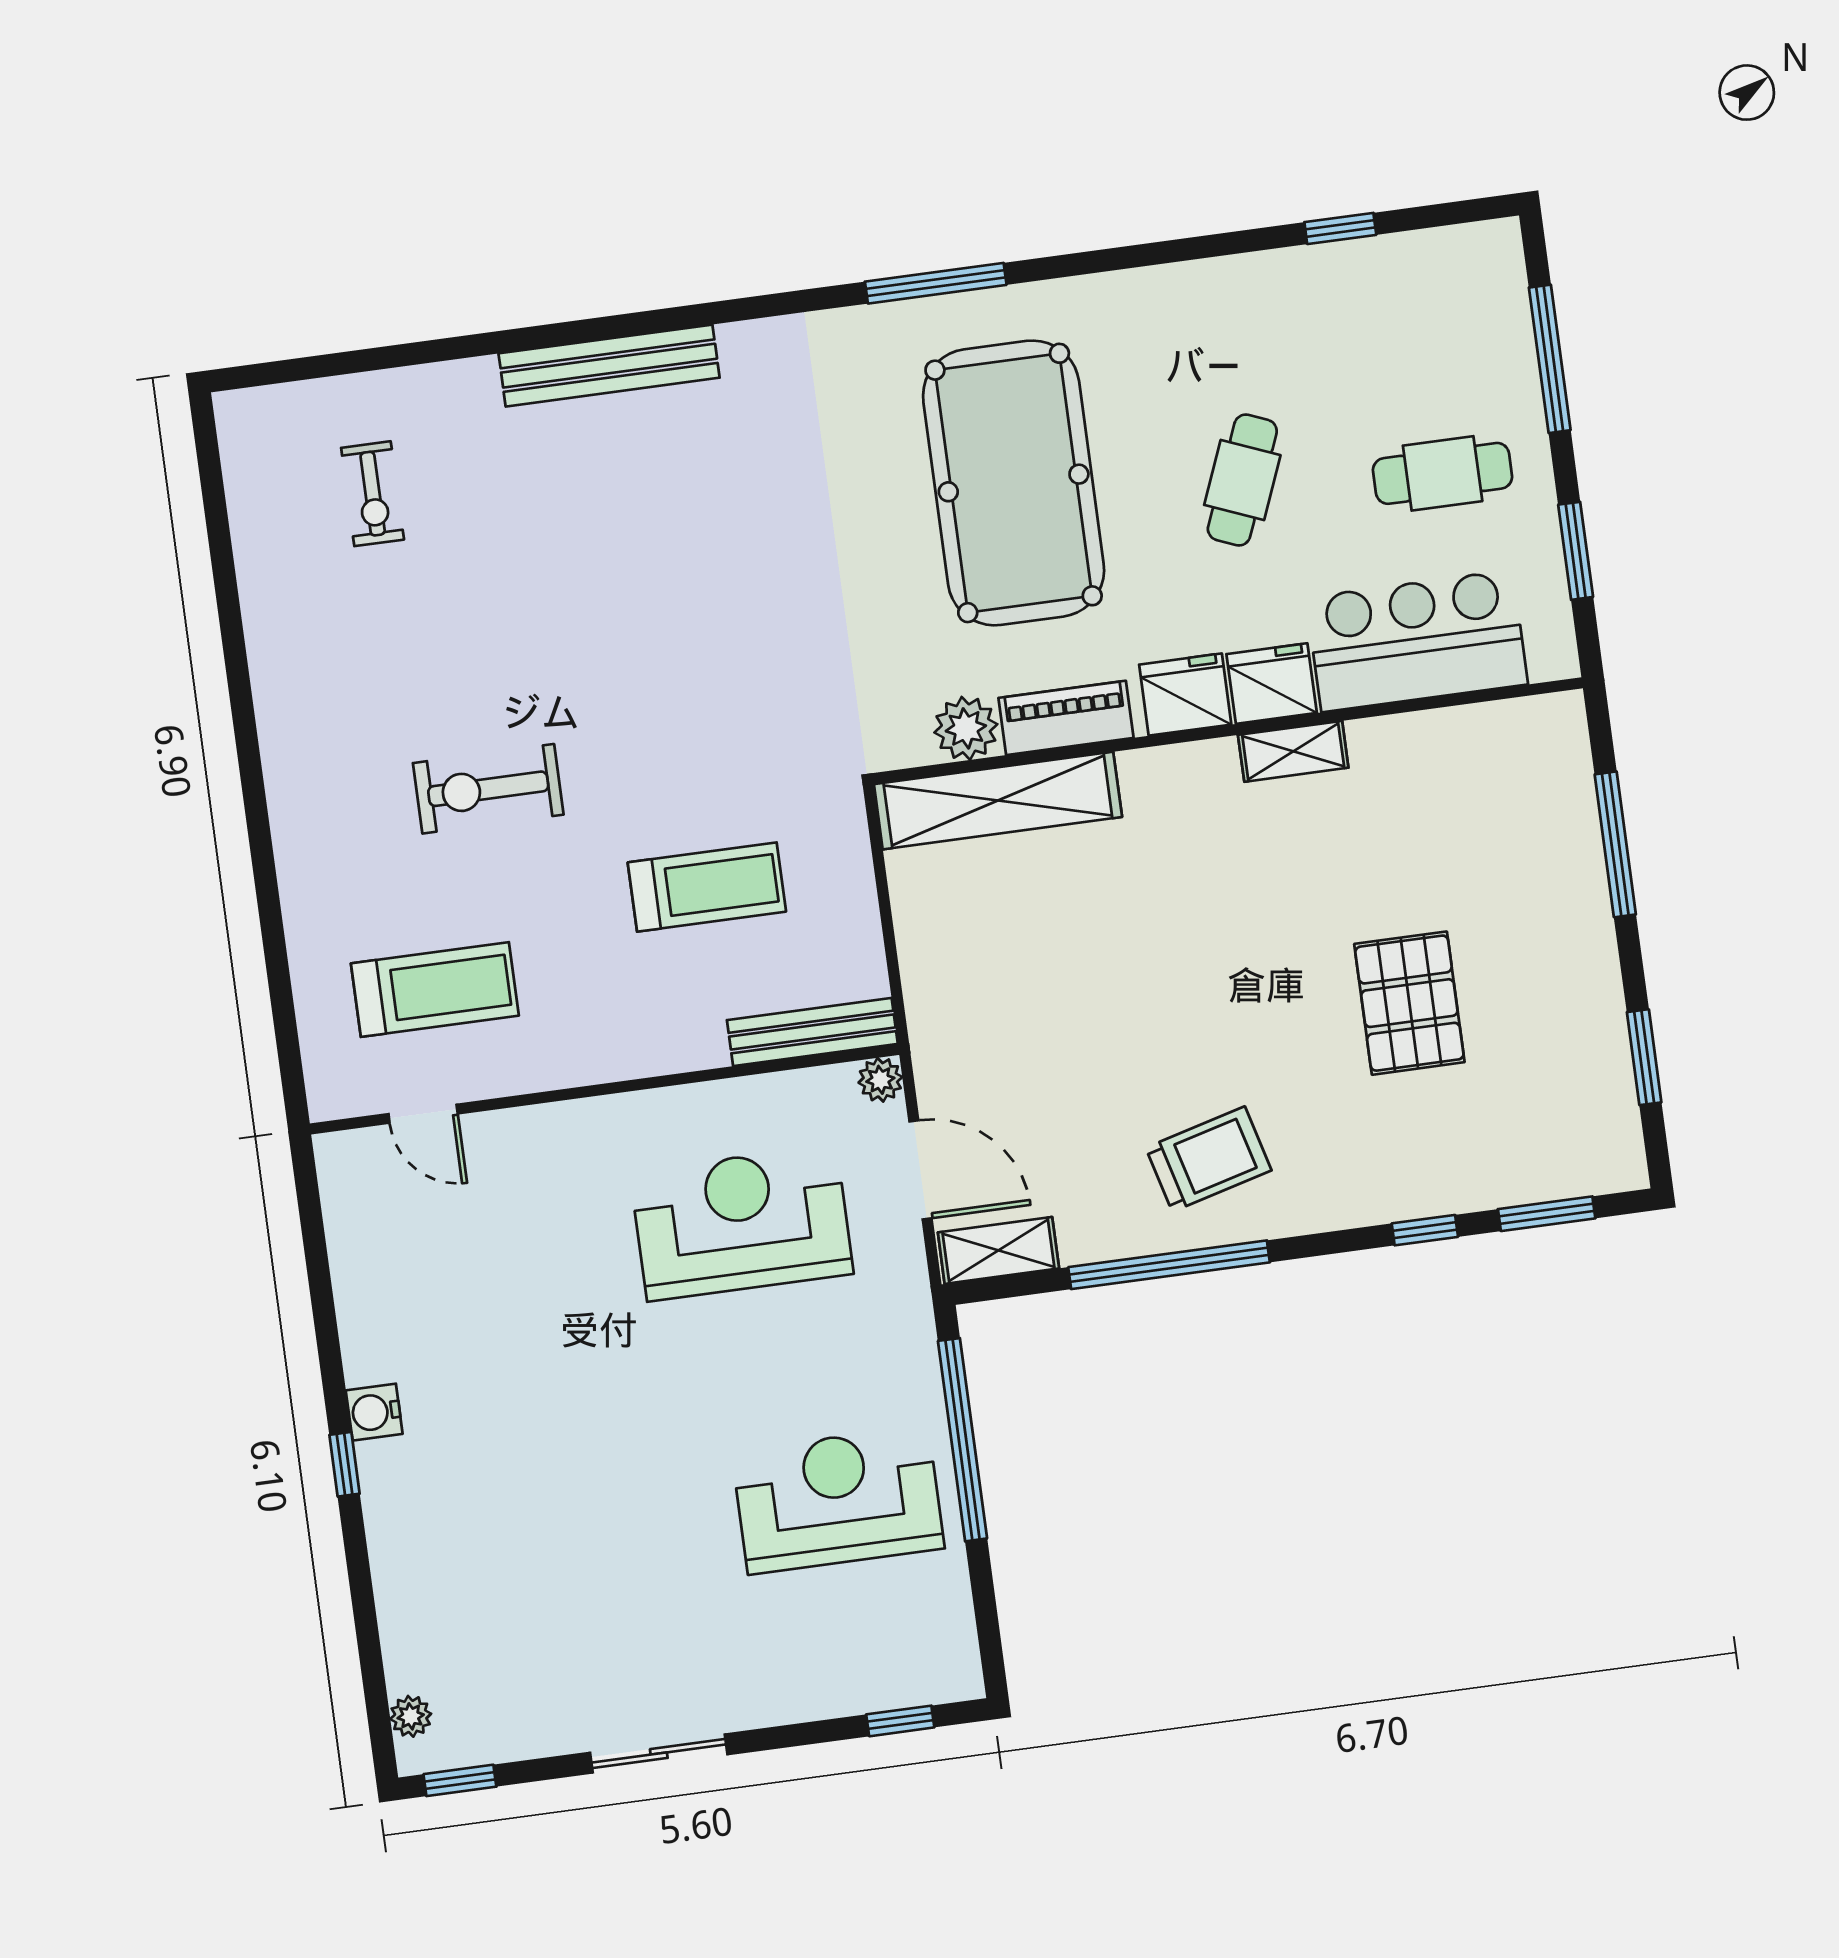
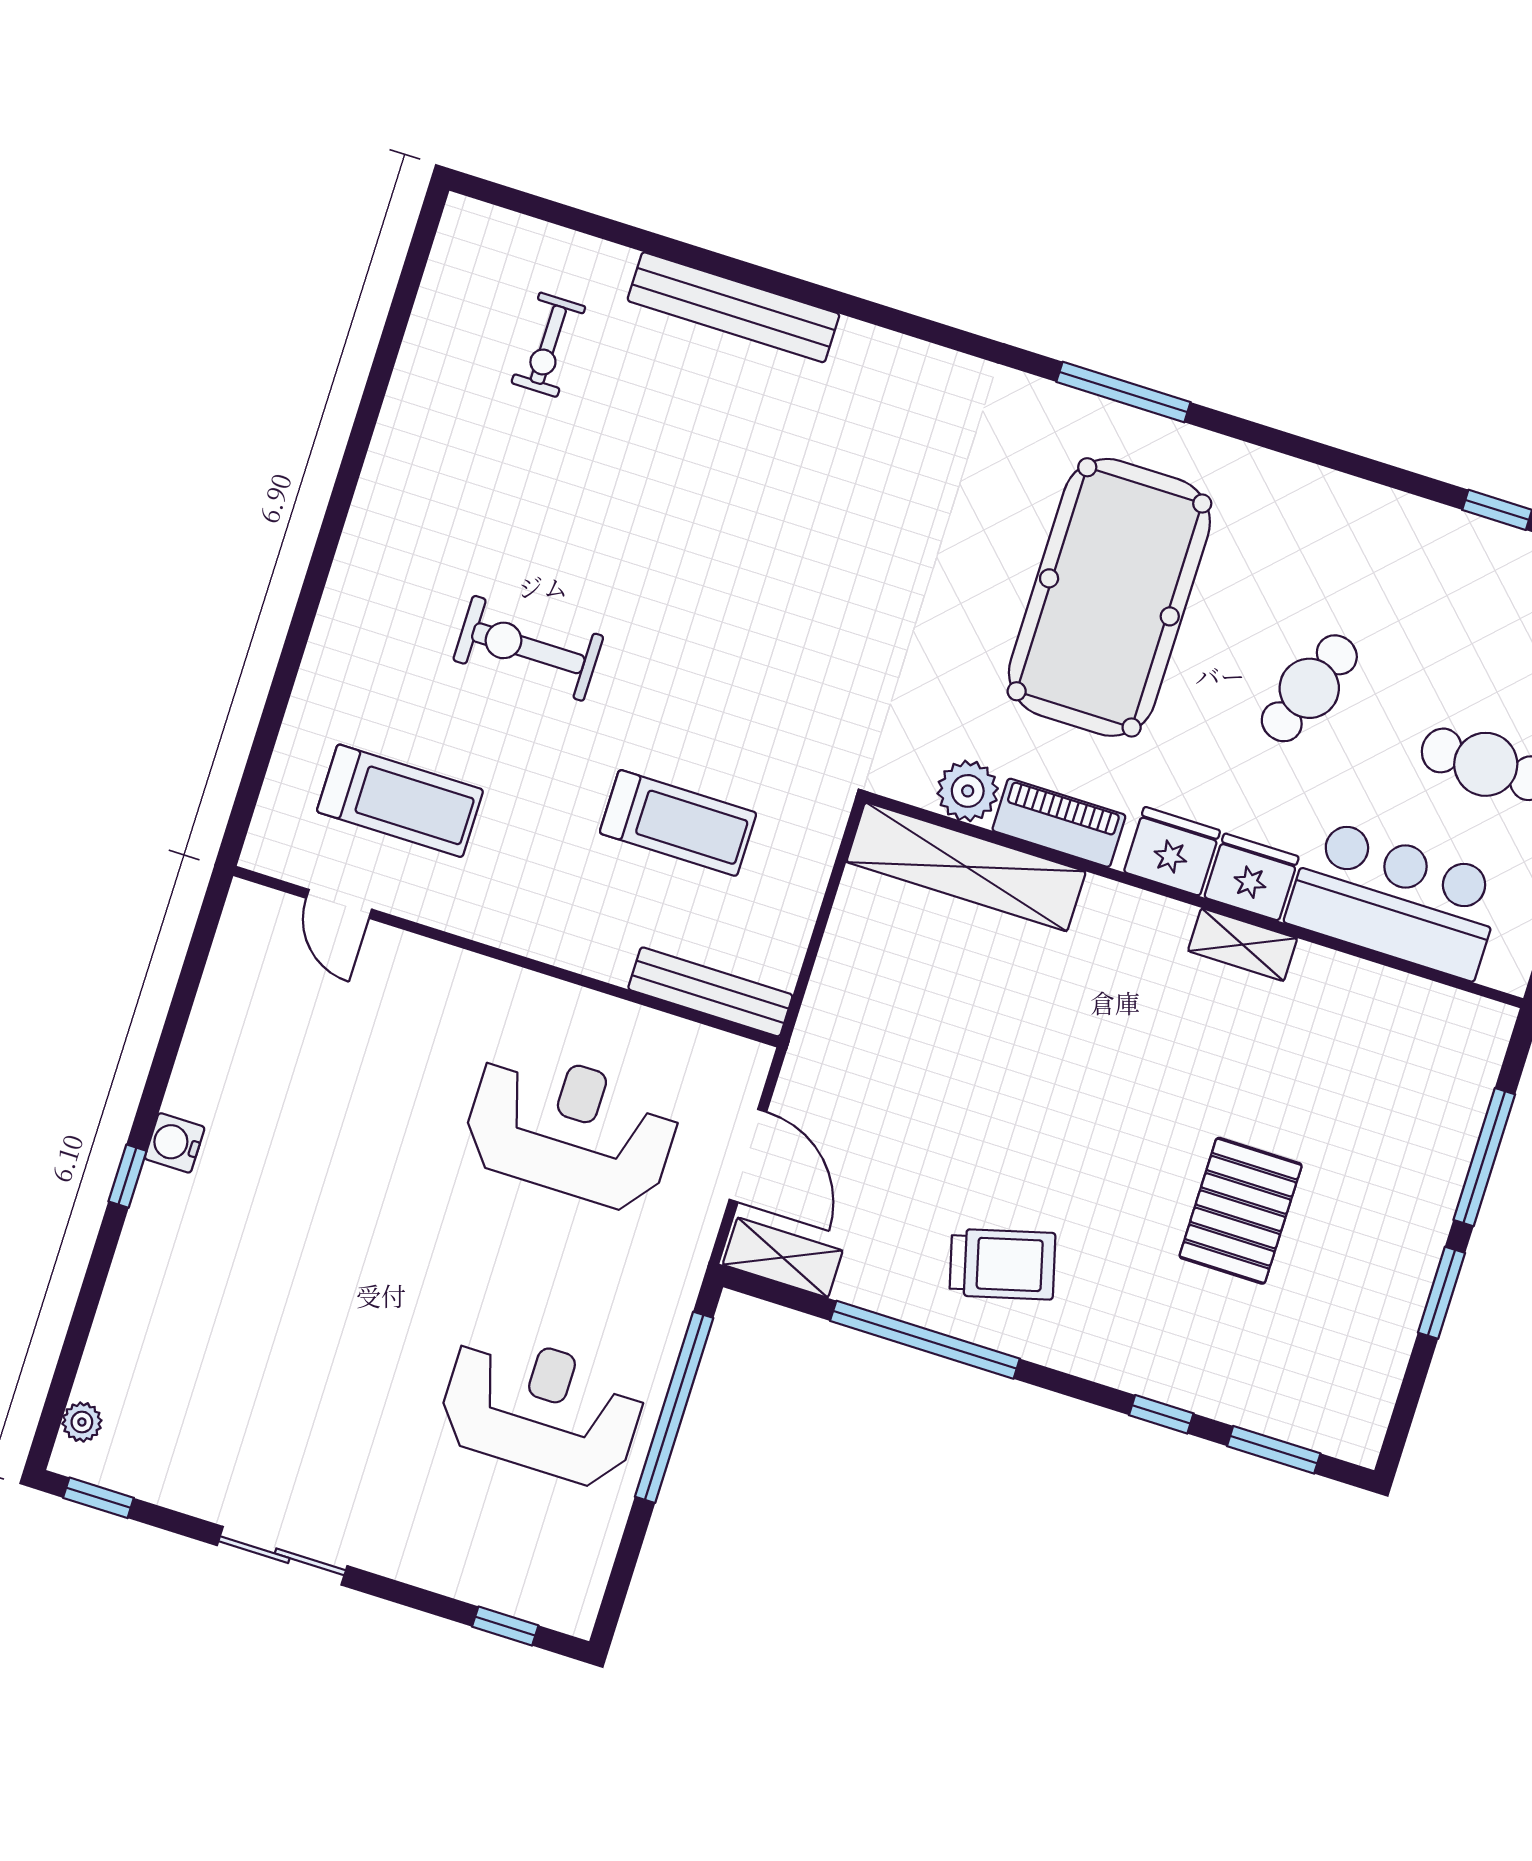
bench: (609, 366) -> (733, 307), moved
window: (1644, 1057) -> (1441, 1293), moved
plant: (880, 1080) -> (750, 1061), removed

